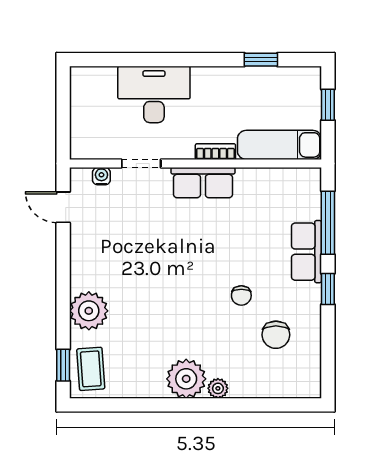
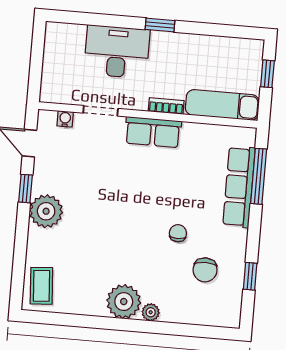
window: (261, 60) -> (160, 25), moved
row of seats: (307, 252) -> (239, 187), width x1.48
window: (328, 289) -> (250, 276), moved
chair: (241, 296) -> (178, 233), turned 180
plant: (89, 311) -> (46, 211), moved
window: (63, 365) -> (26, 189), moved

